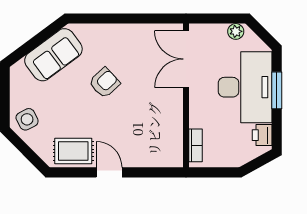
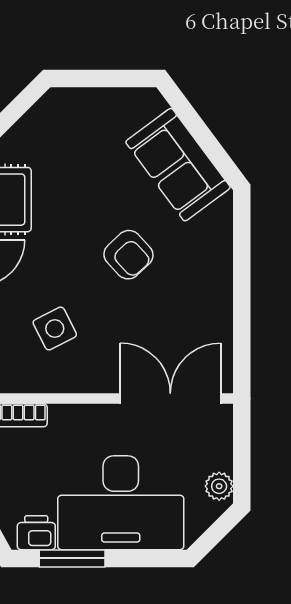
window: (277, 90) -> (72, 558), moved
side table: (27, 119) -> (55, 328), moved

